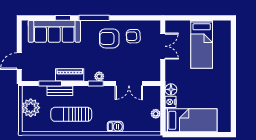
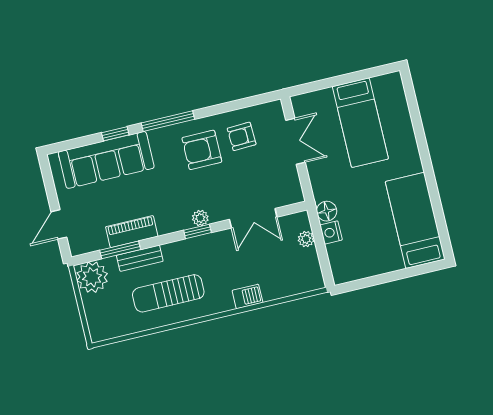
piano: (70, 75) -> (132, 232), moved
plant: (31, 108) -> (92, 277), moved
plant: (156, 114) -> (306, 239), moved
bed: (191, 120) -> (415, 220), moved, turned -90

